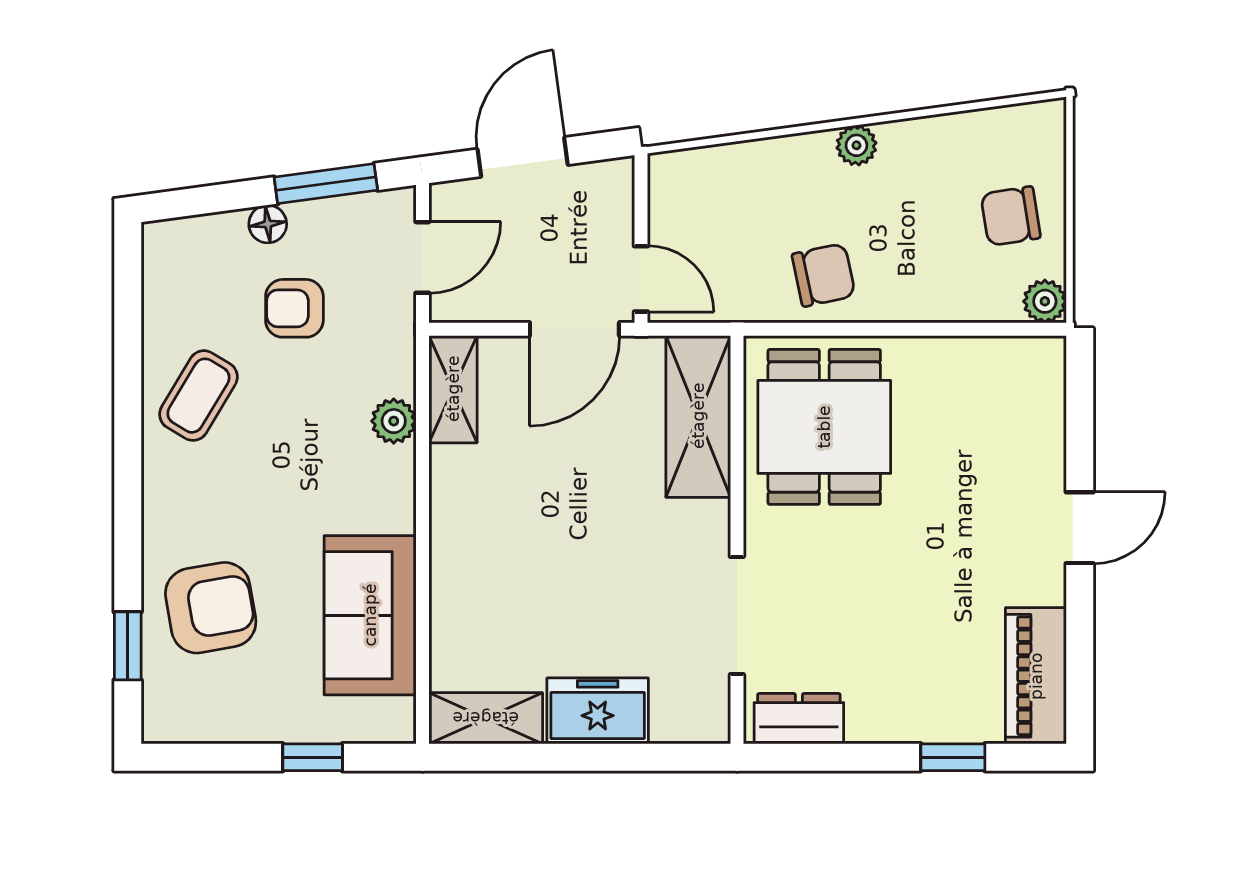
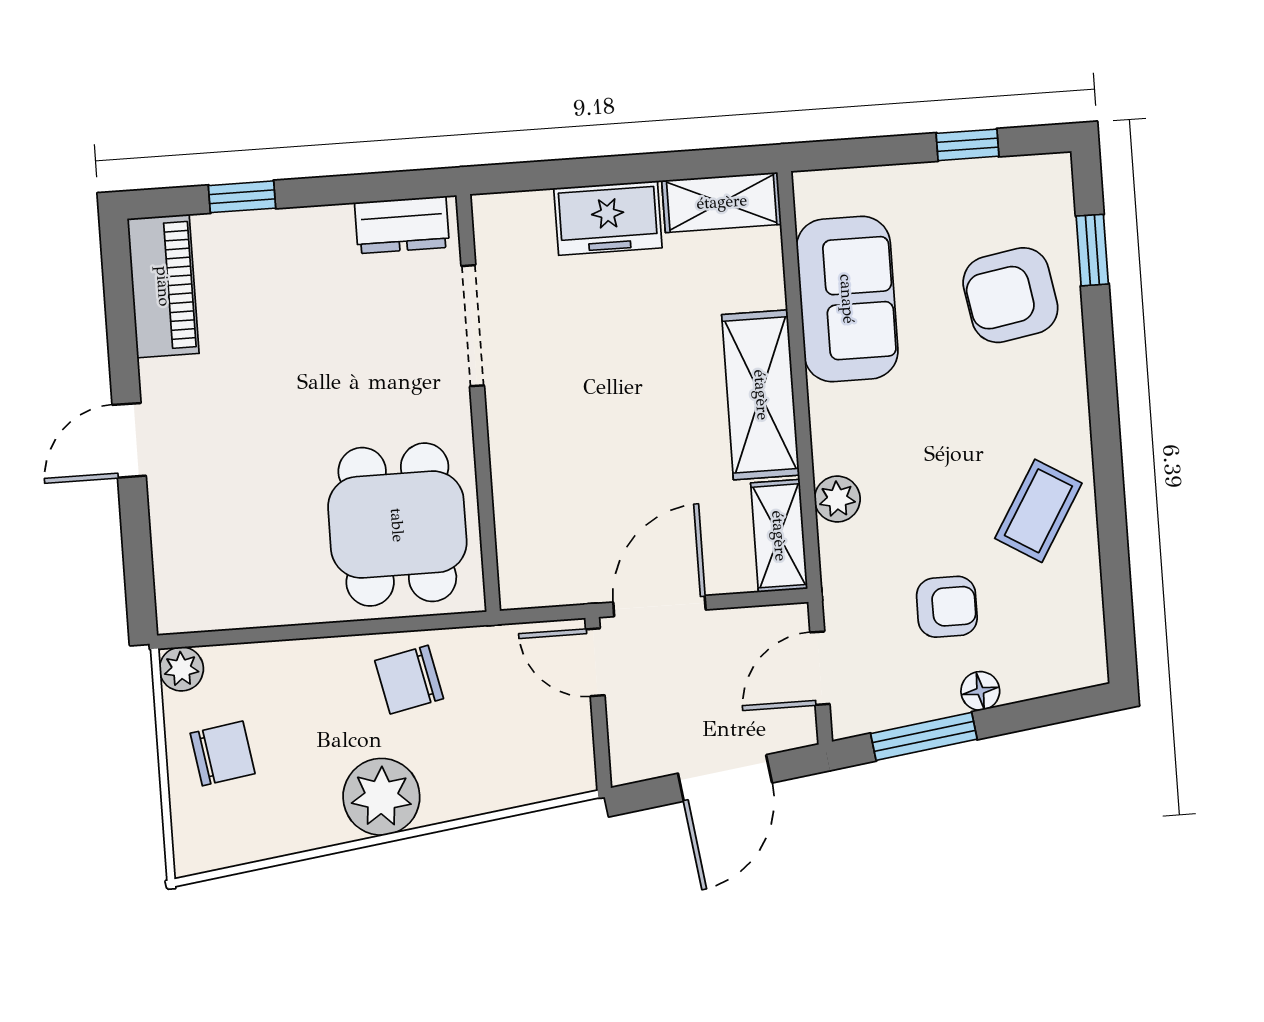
plant: (856, 145) -> (381, 797), width x1.88, depth x1.88
shelving: (698, 416) -> (761, 395), moved
window: (313, 757) -> (967, 145), moved

